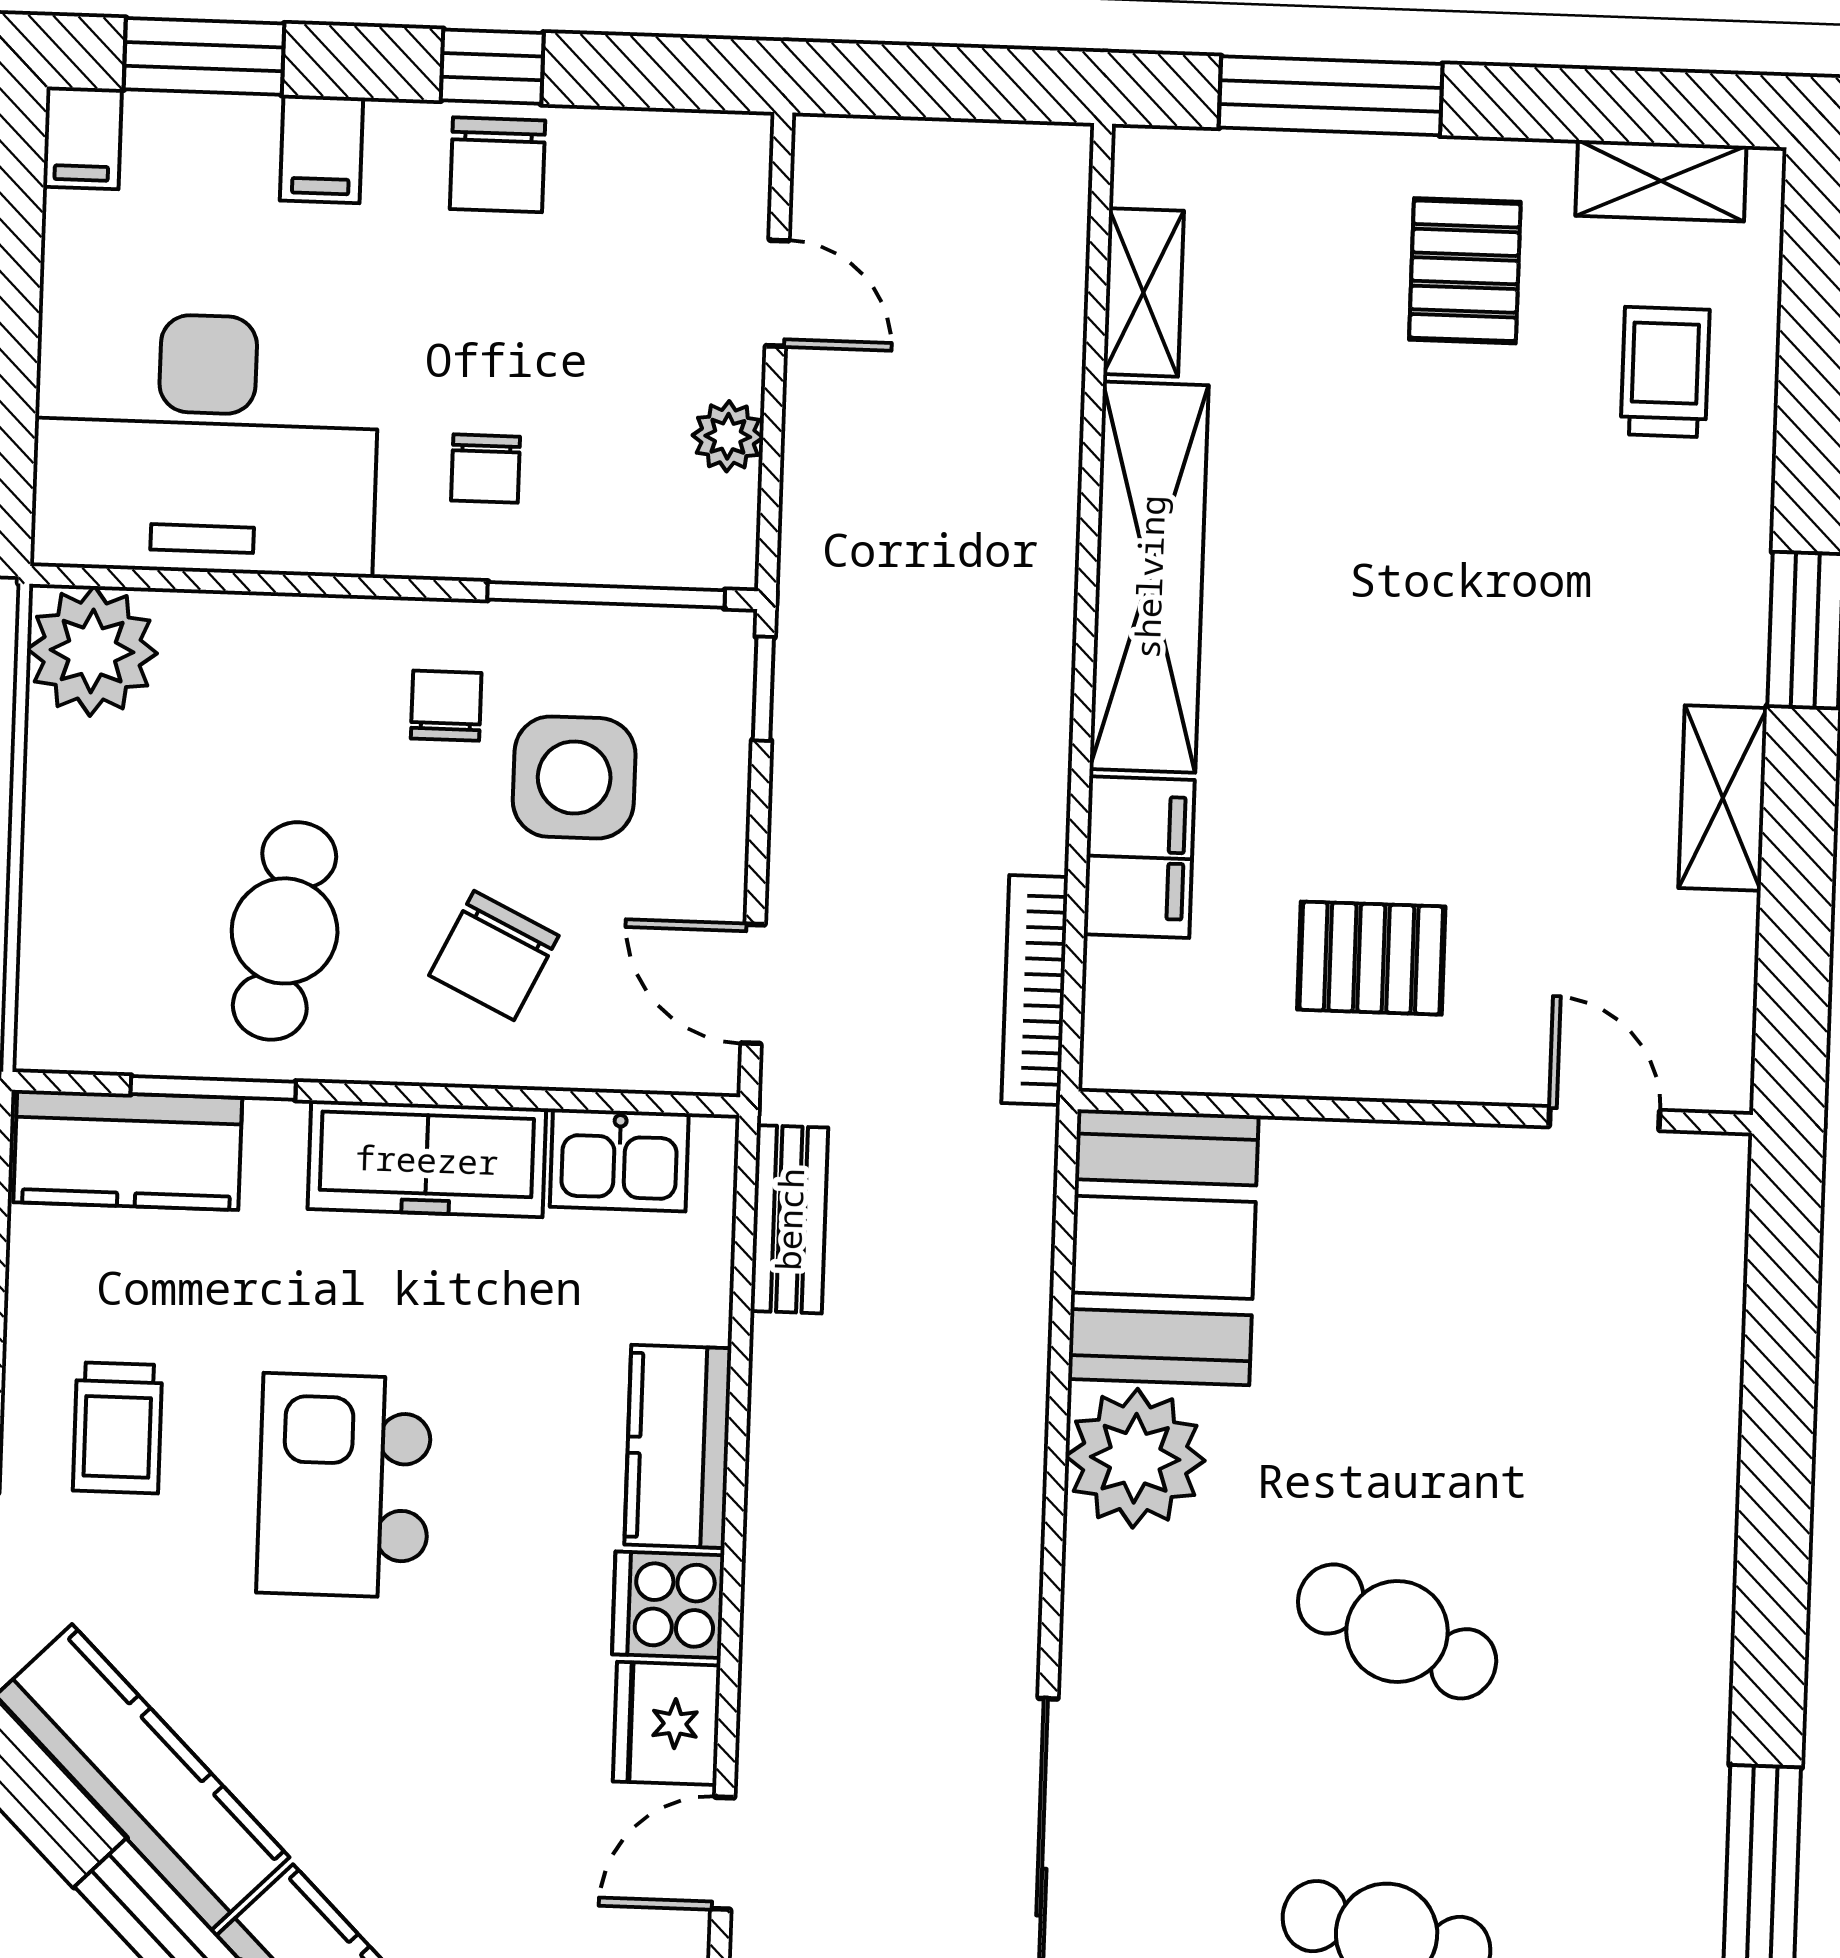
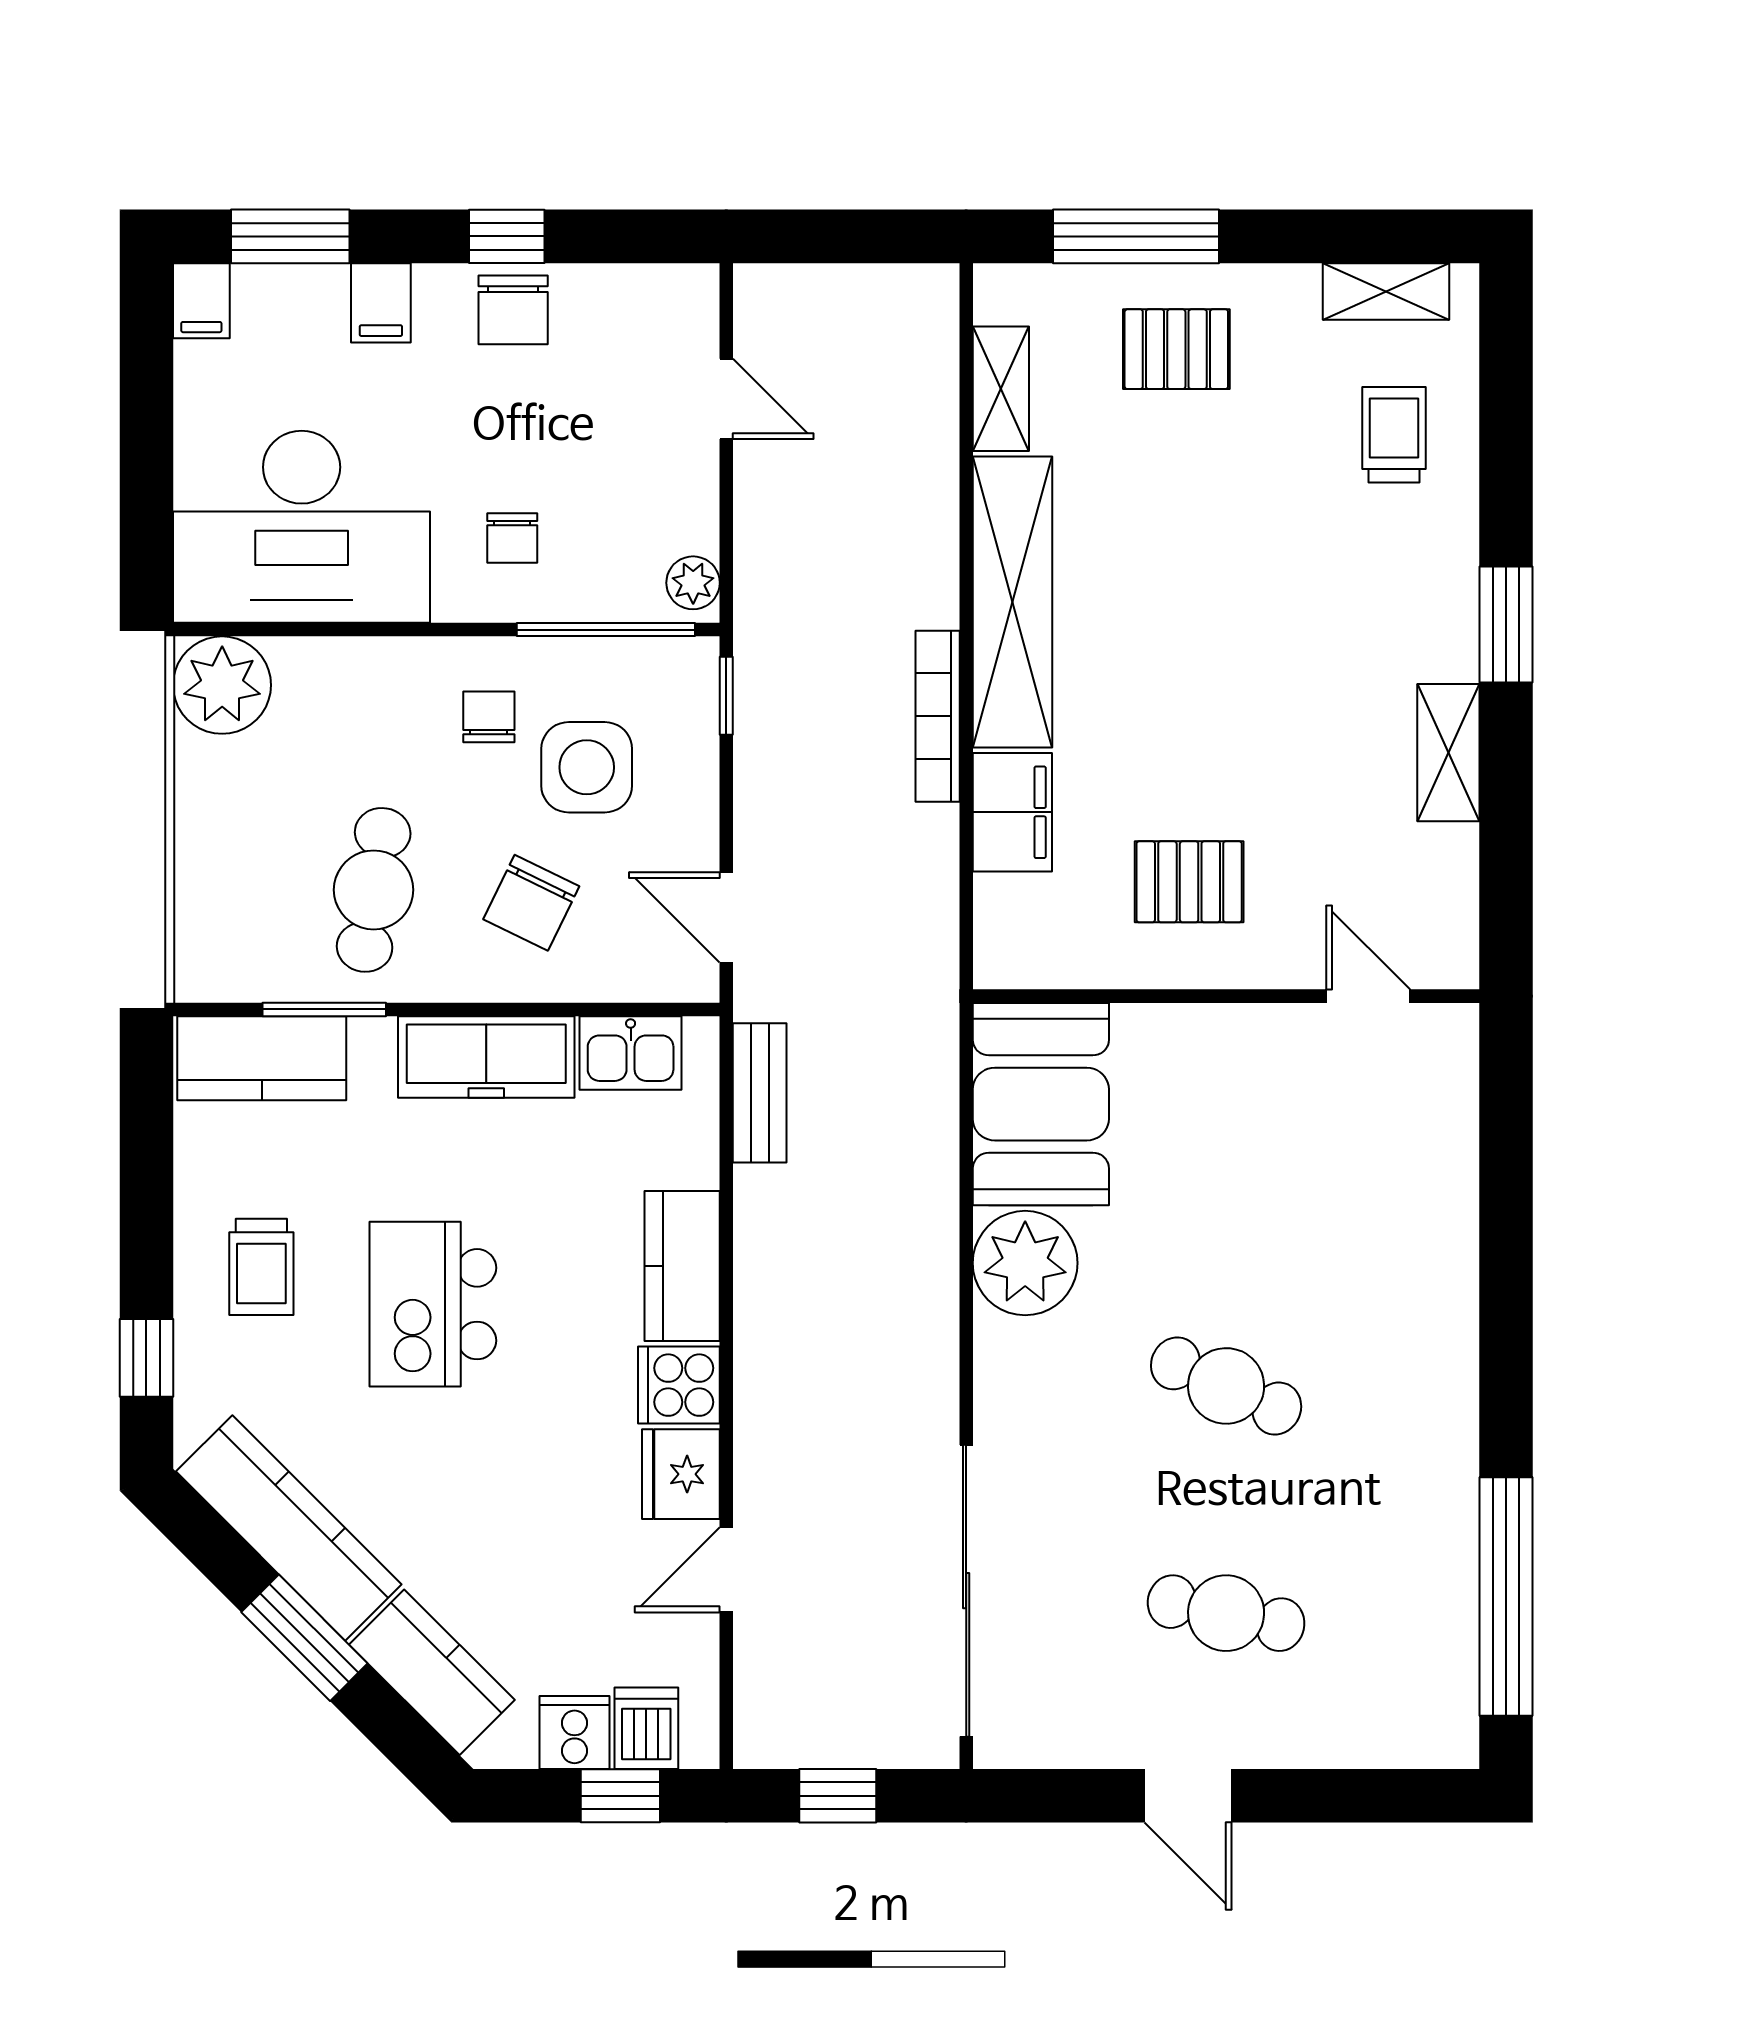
pallet: (1465, 271) -> (1176, 349), moved, turned 90
plant: (728, 436) -> (693, 583), moved
bookcase: (1035, 990) -> (938, 716), moved

